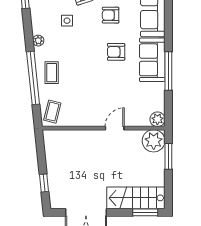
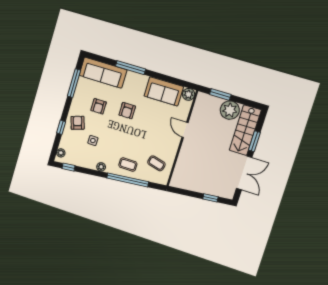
sofa: (152, 60) -> (164, 91), moved
window: (168, 71) -> (131, 68), moved
coffee table: (52, 112) -> (156, 163), moved
plant: (154, 141) -> (230, 110), moved
window: (145, 212) -> (254, 141), moved

